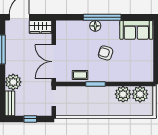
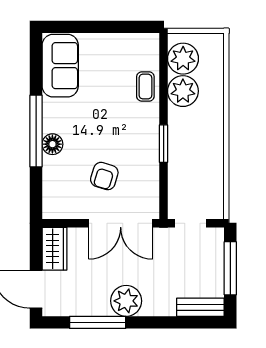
armchair: (106, 53) -> (104, 176), moved
coffee table: (80, 75) -> (145, 87), moved
plant: (13, 82) -> (126, 301), moved
window: (30, 119) -> (230, 268), width x2.17

